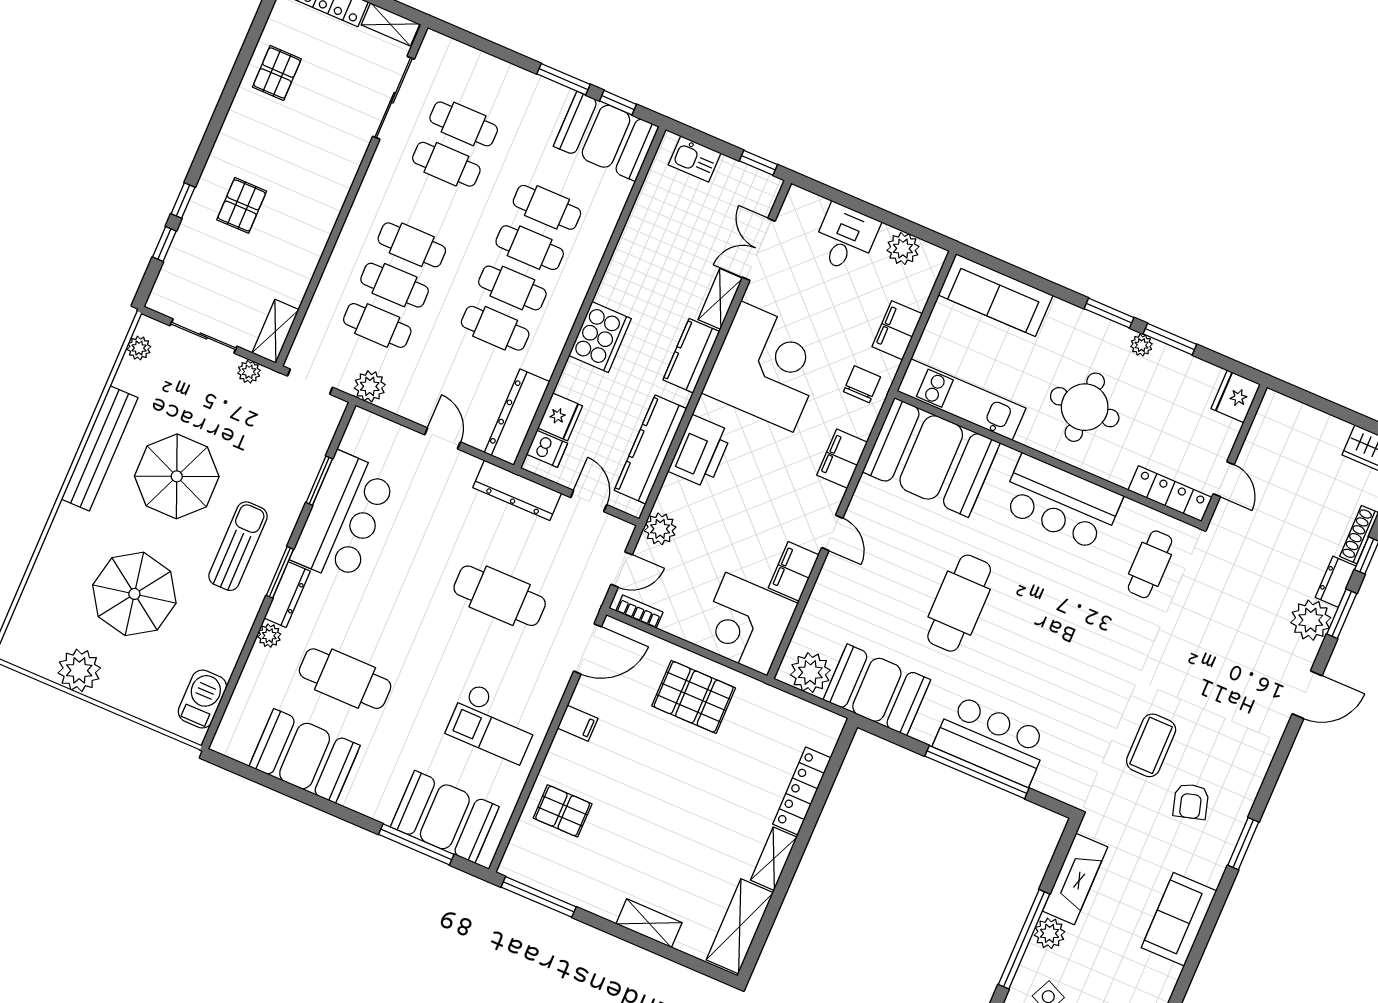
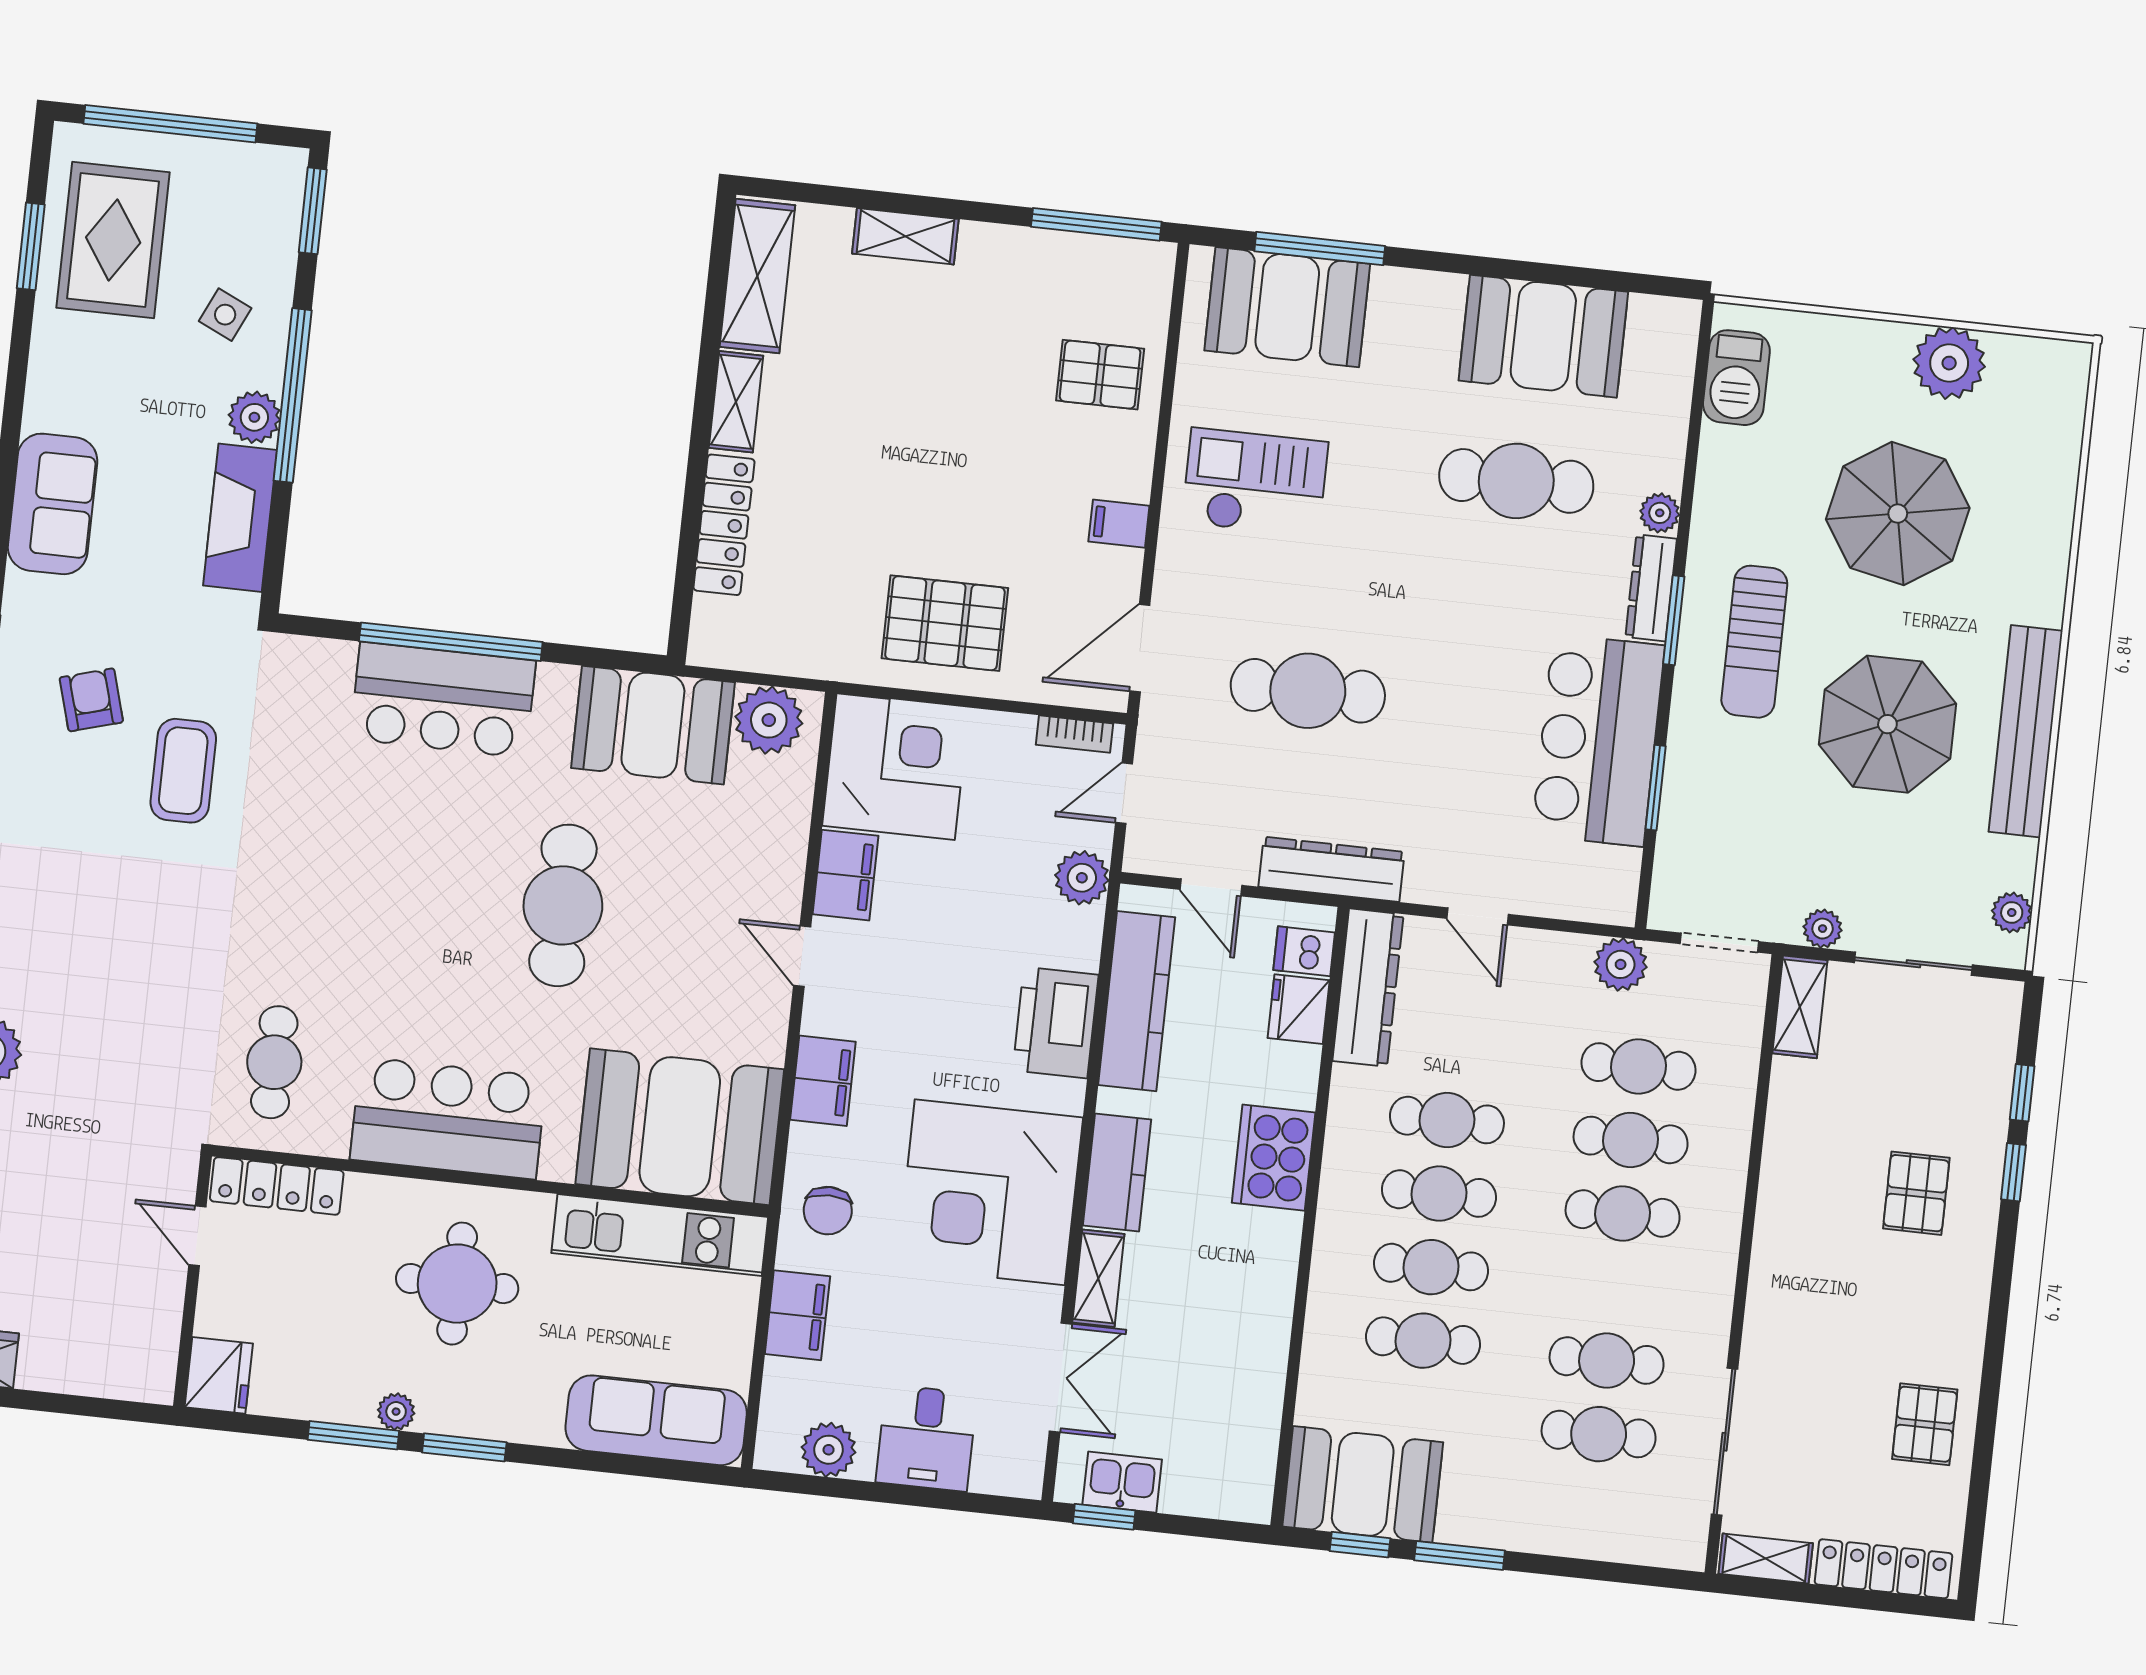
kitchen sink: (695, 159) -> (1122, 1482), moved

